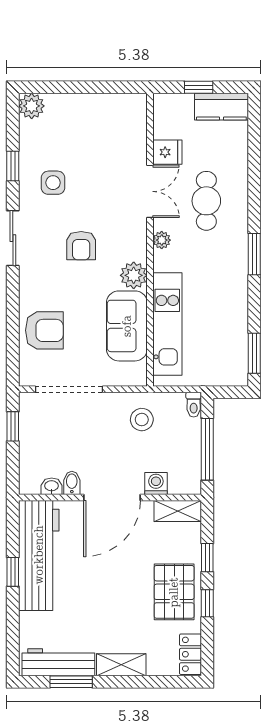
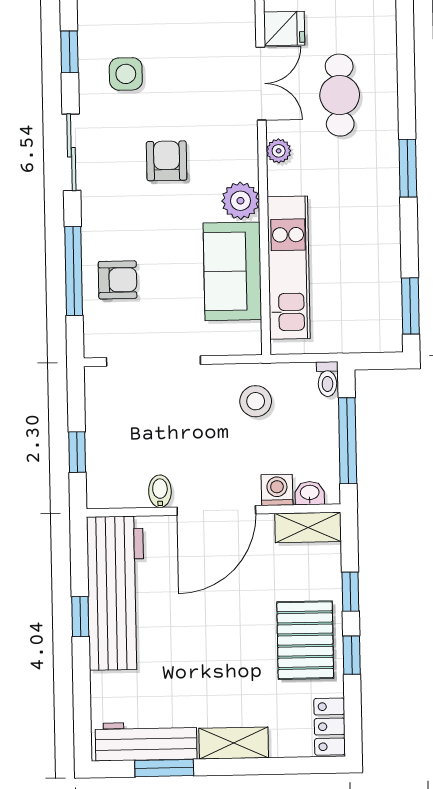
armchair: (81, 246) -> (167, 161), turned 180
window: (13, 324) -> (74, 271), added
armchair: (44, 330) -> (118, 280), width x0.72, depth x0.72
window: (13, 426) -> (77, 452), moved
washbasin: (52, 486) -> (310, 493), moved

